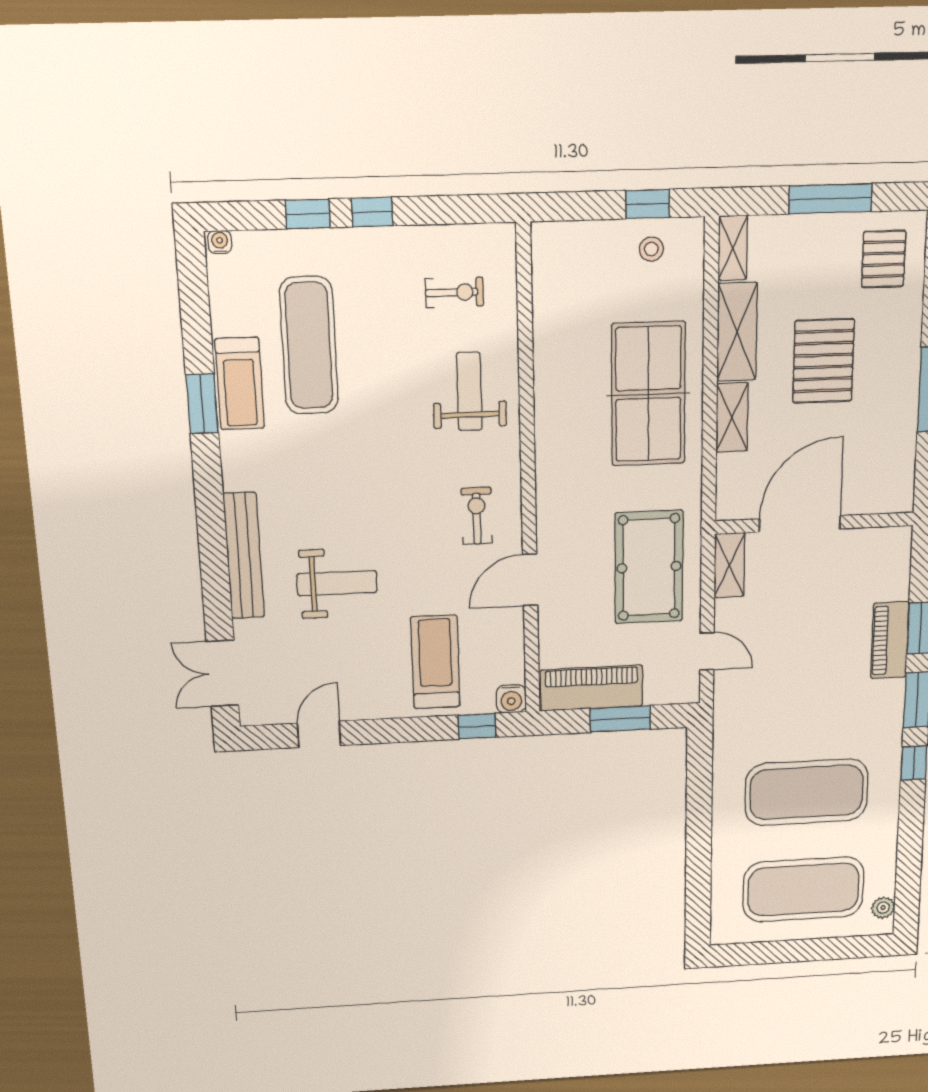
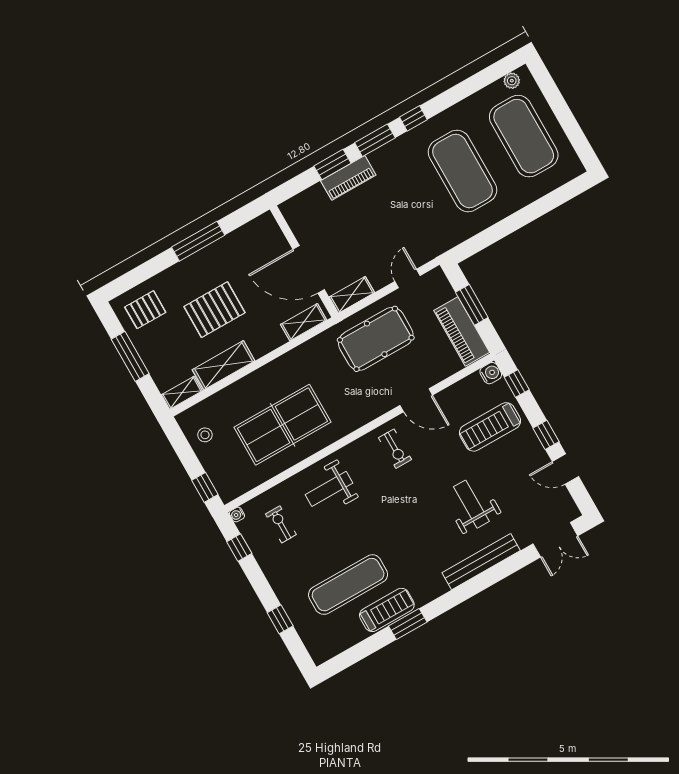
window: (648, 204) -> (205, 487), moved
window: (372, 212) -> (239, 548), moved
water cooler: (220, 242) -> (237, 515), moved
table tennis table: (648, 394) -> (282, 425), moved
shelving: (732, 417) -> (304, 322), moved
exercise bike: (477, 516) -> (395, 449), turned -90
window: (382, 731) -> (546, 435), added

